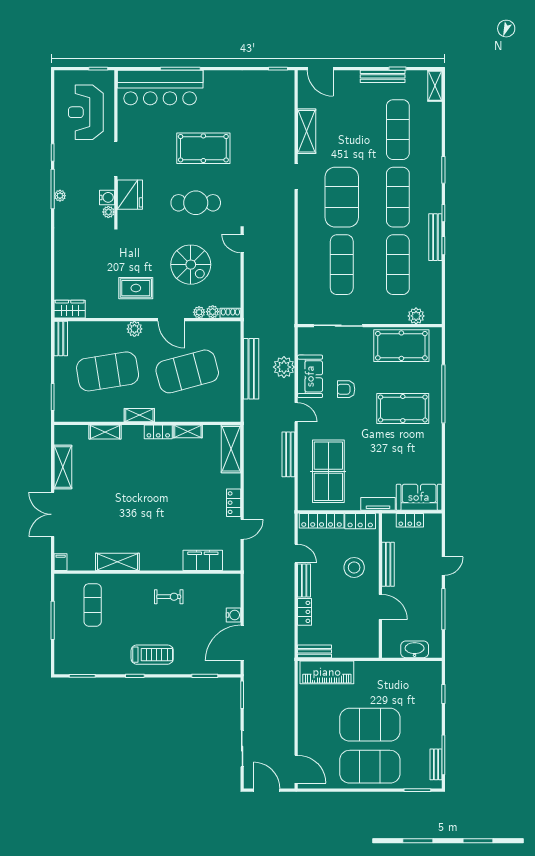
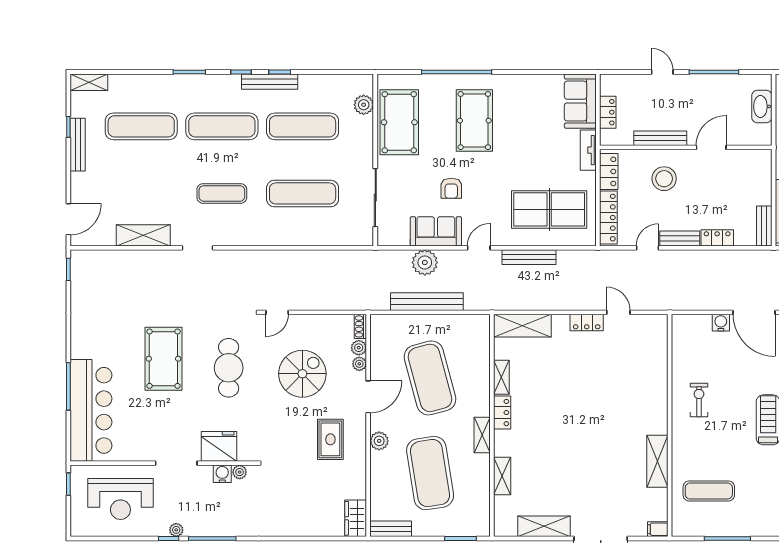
plant: (60, 196) -> (176, 530), moved
exercise mat: (342, 197) -> (222, 193), width x0.50, depth x0.69
filing cabinet: (203, 560) -> (656, 359), removed

